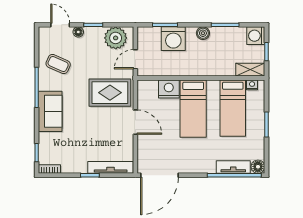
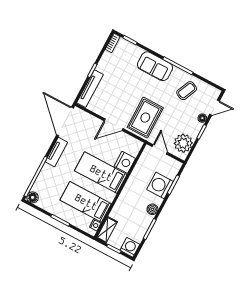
tv unit: (233, 167) -> (56, 152), moved

